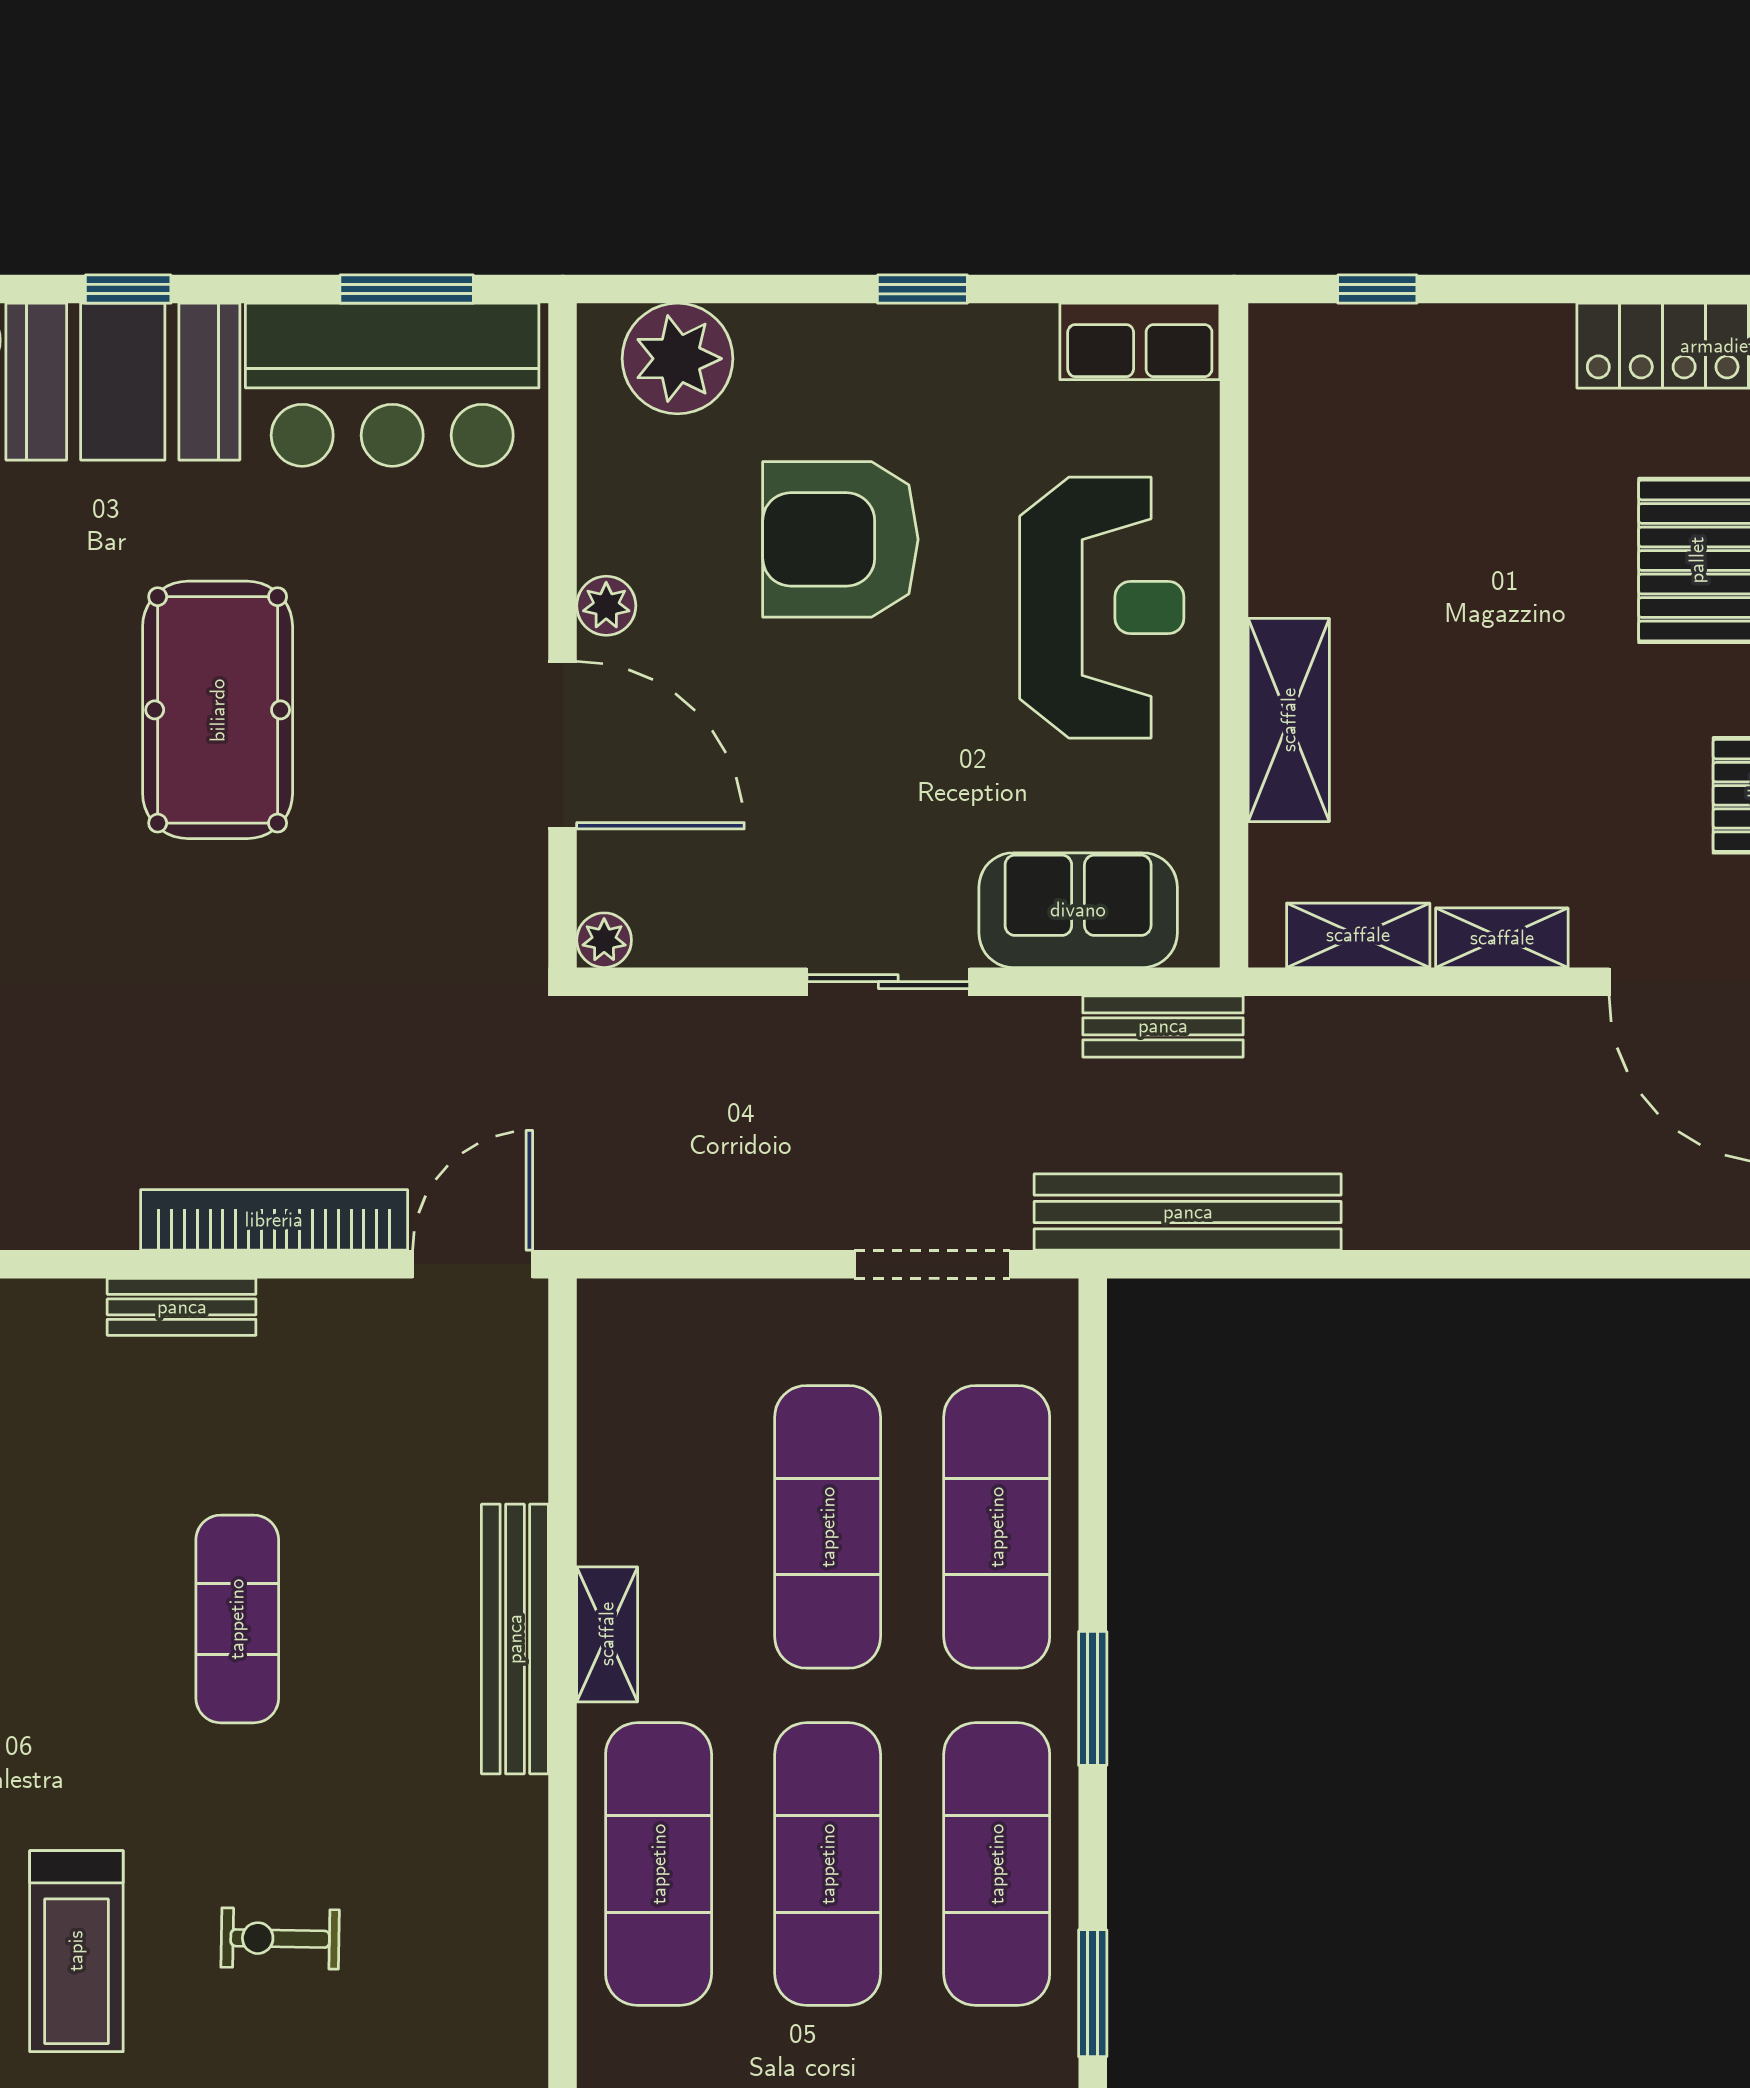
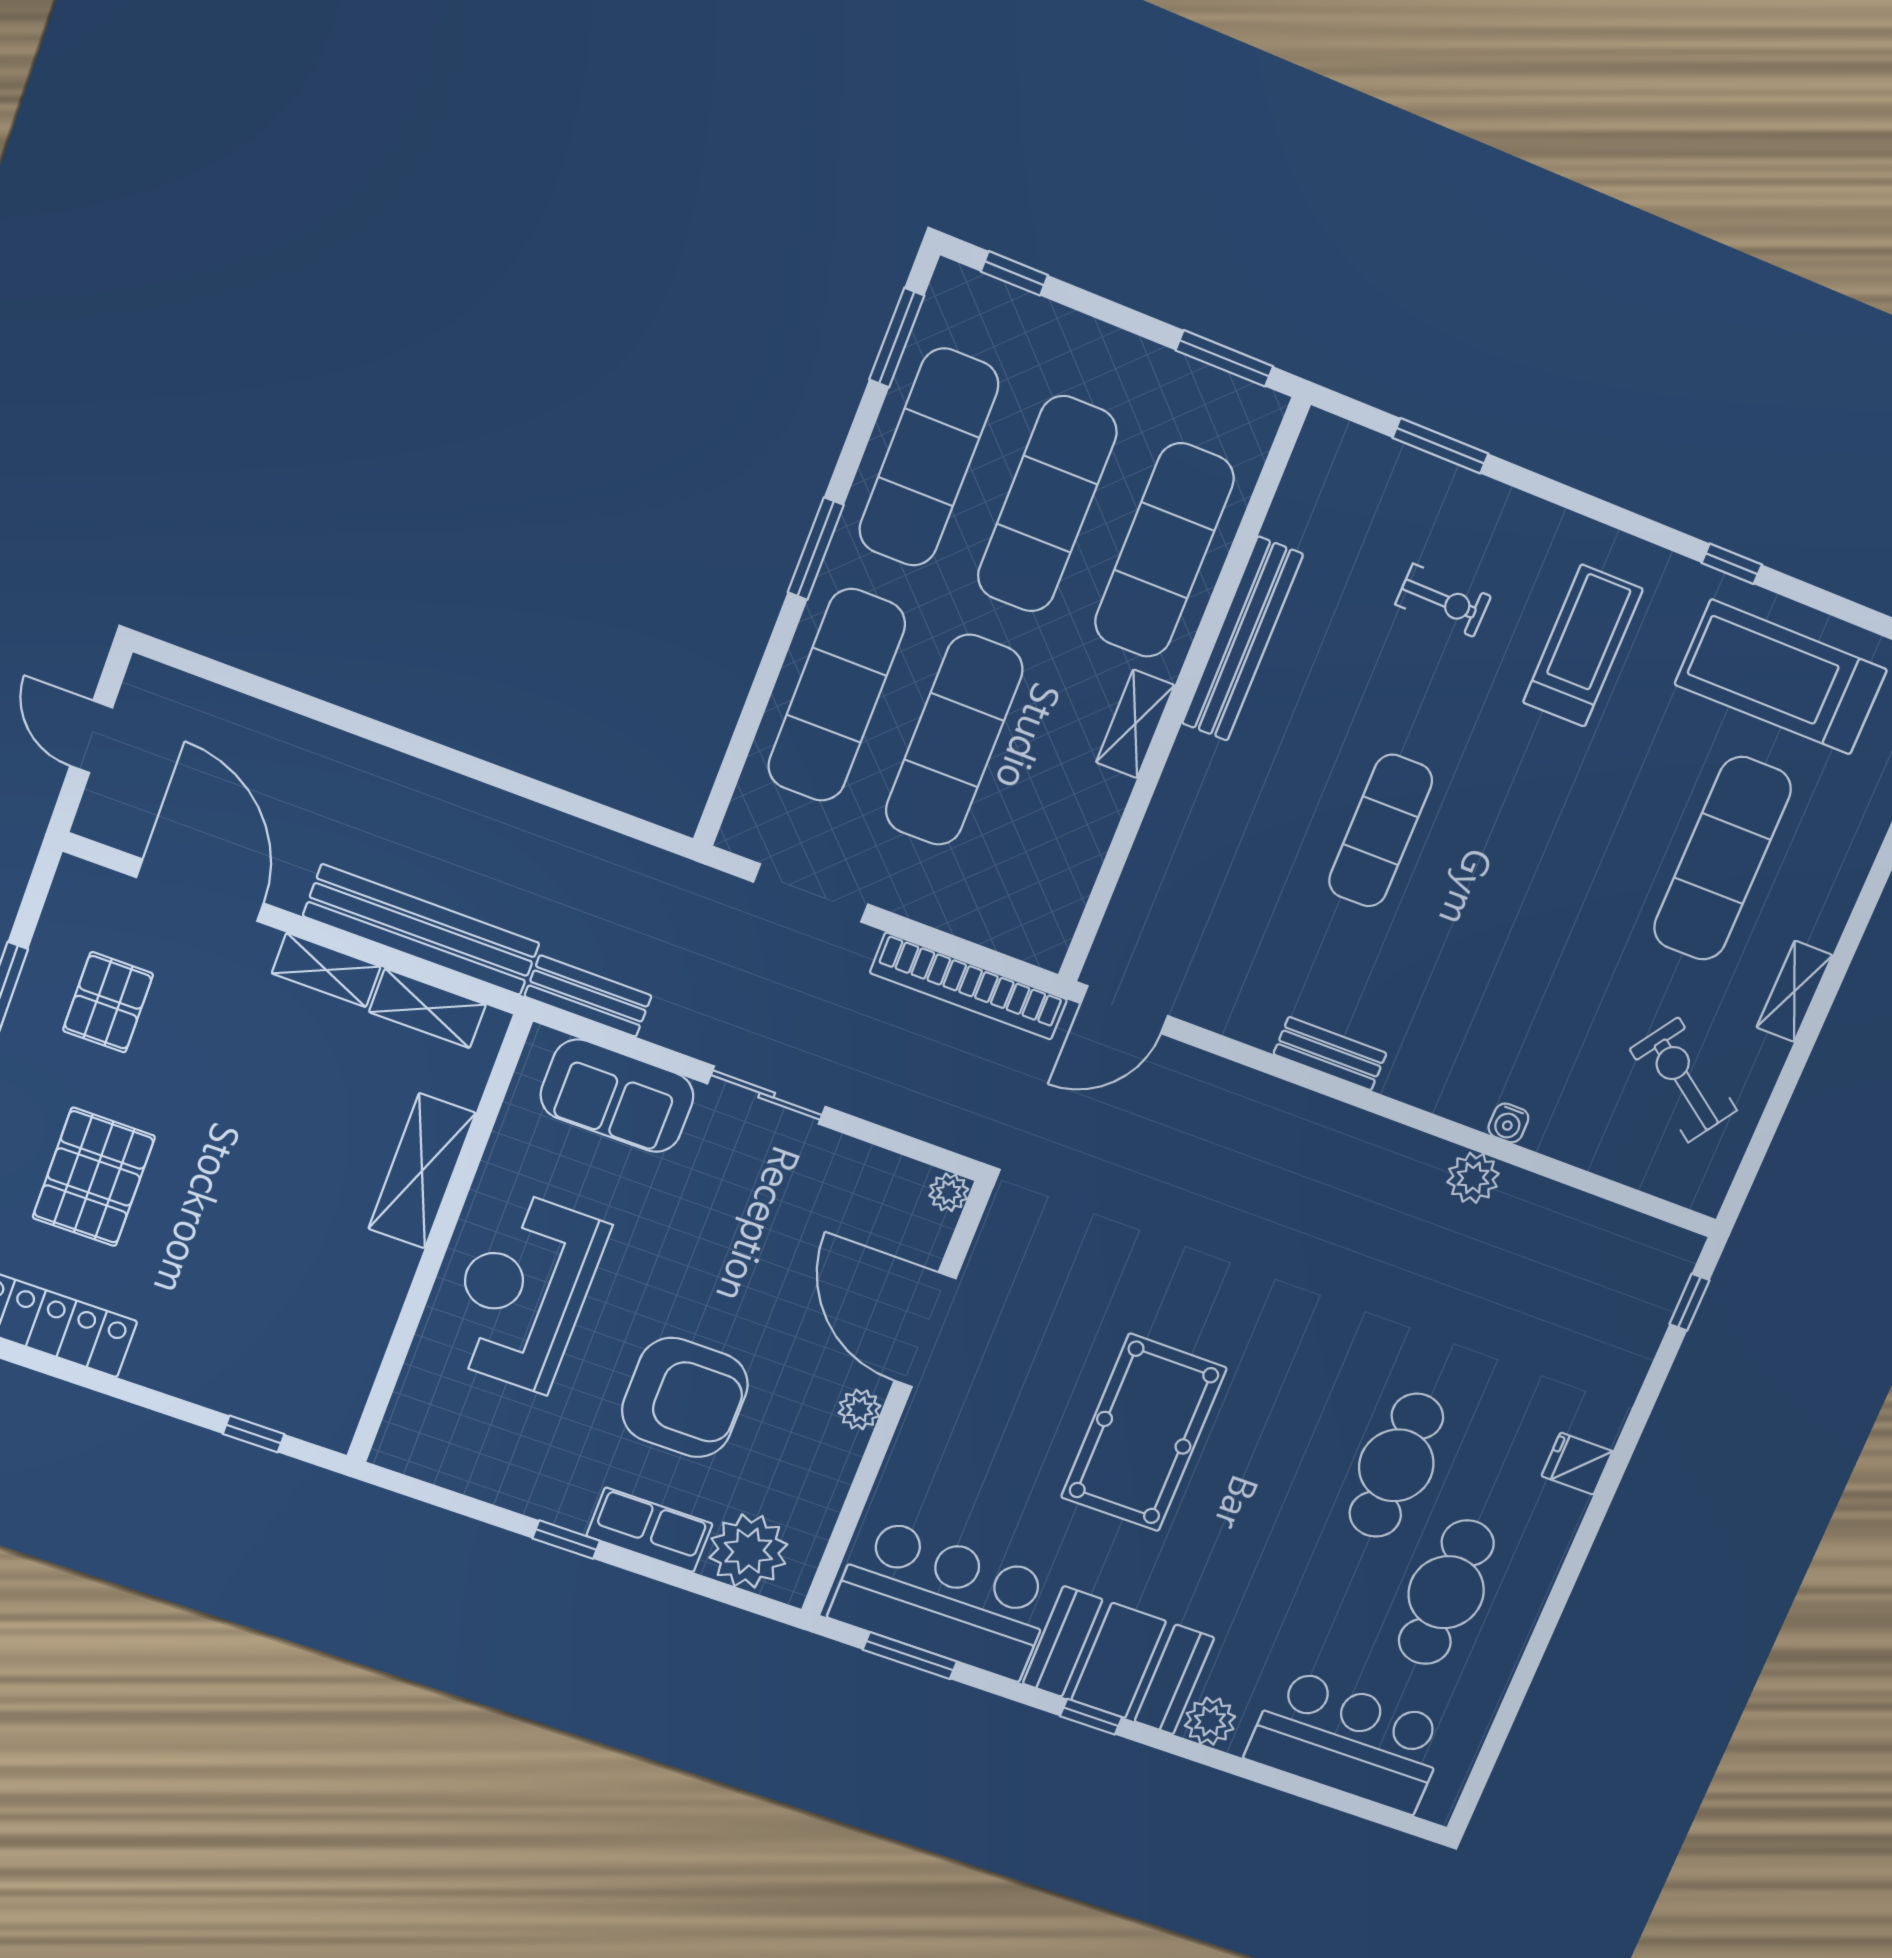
row of seats: (1140, 341) -> (649, 1530), moved
bench: (1188, 1212) -> (421, 930), moved
bookcase: (274, 1220) -> (969, 986), moved
bench: (515, 1639) -> (1242, 639), moved

